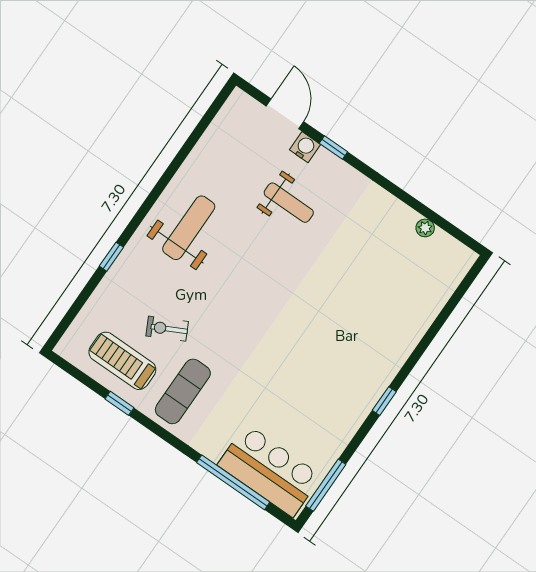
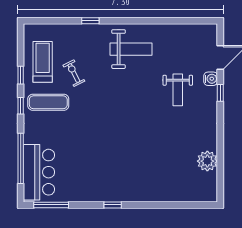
plant: (425, 228) -> (207, 161), width x1.88, depth x1.88
window: (161, 432) -> (21, 106), added

